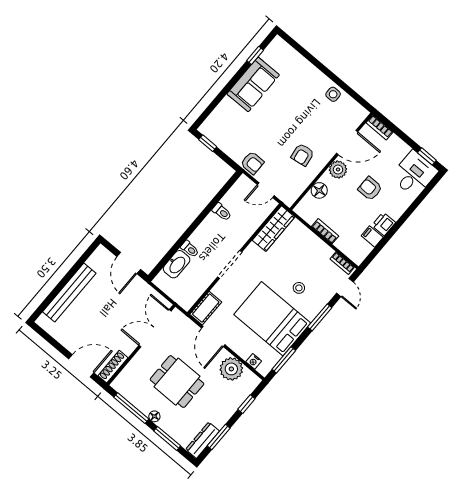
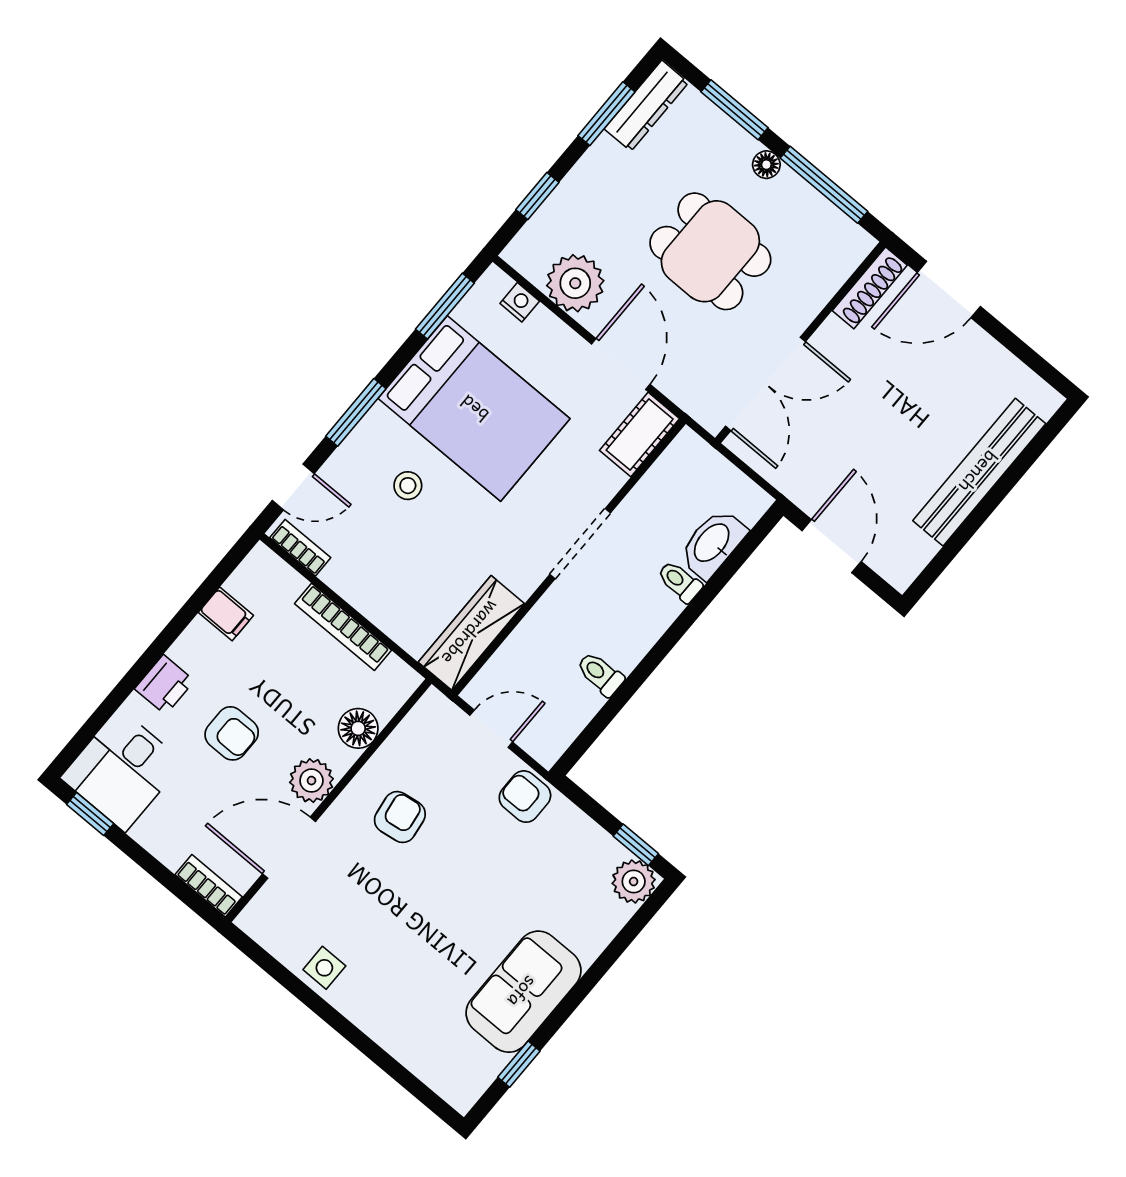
plant: (209, 129) -> (634, 881), added
printer: (384, 224) -> (164, 685), moved
bookcase: (325, 231) -> (343, 627), width x1.56
door: (345, 287) -> (293, 487), swing flipped

